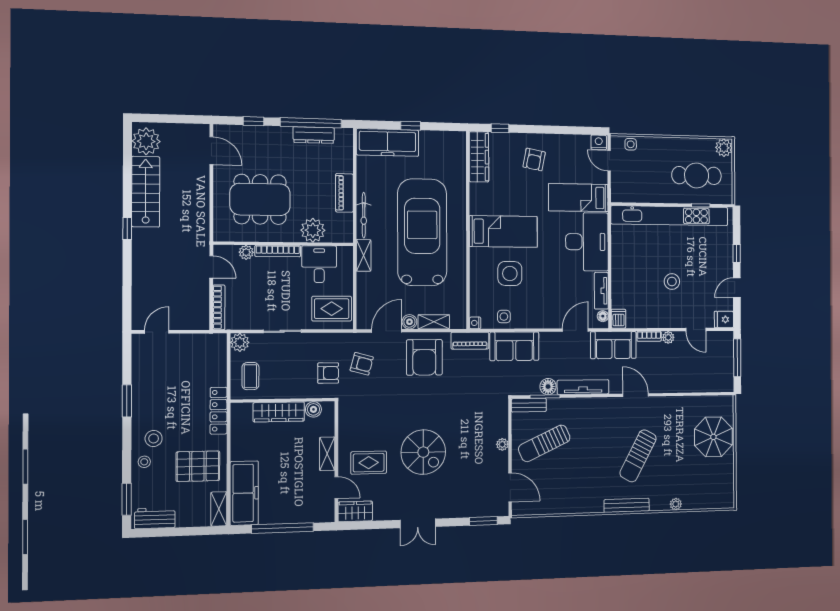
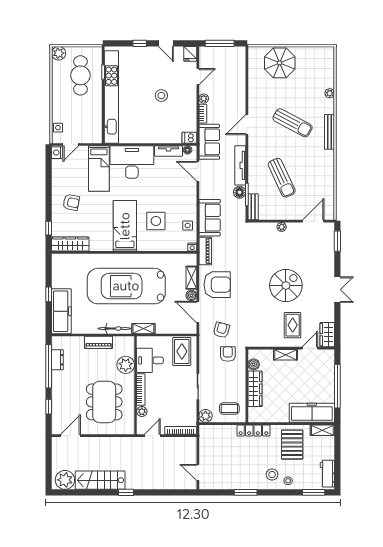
dresser: (314, 135) -> (57, 360), width x0.70
sun lounger: (544, 443) -> (282, 178), moved

